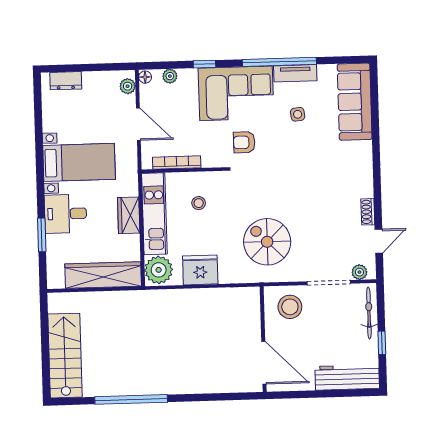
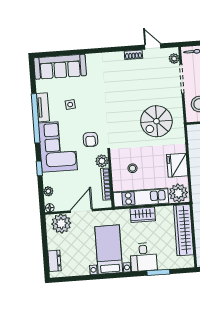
plant: (128, 86) -> (61, 223), width x1.87, depth x1.87
plant: (212, 158) -> (102, 161), added

